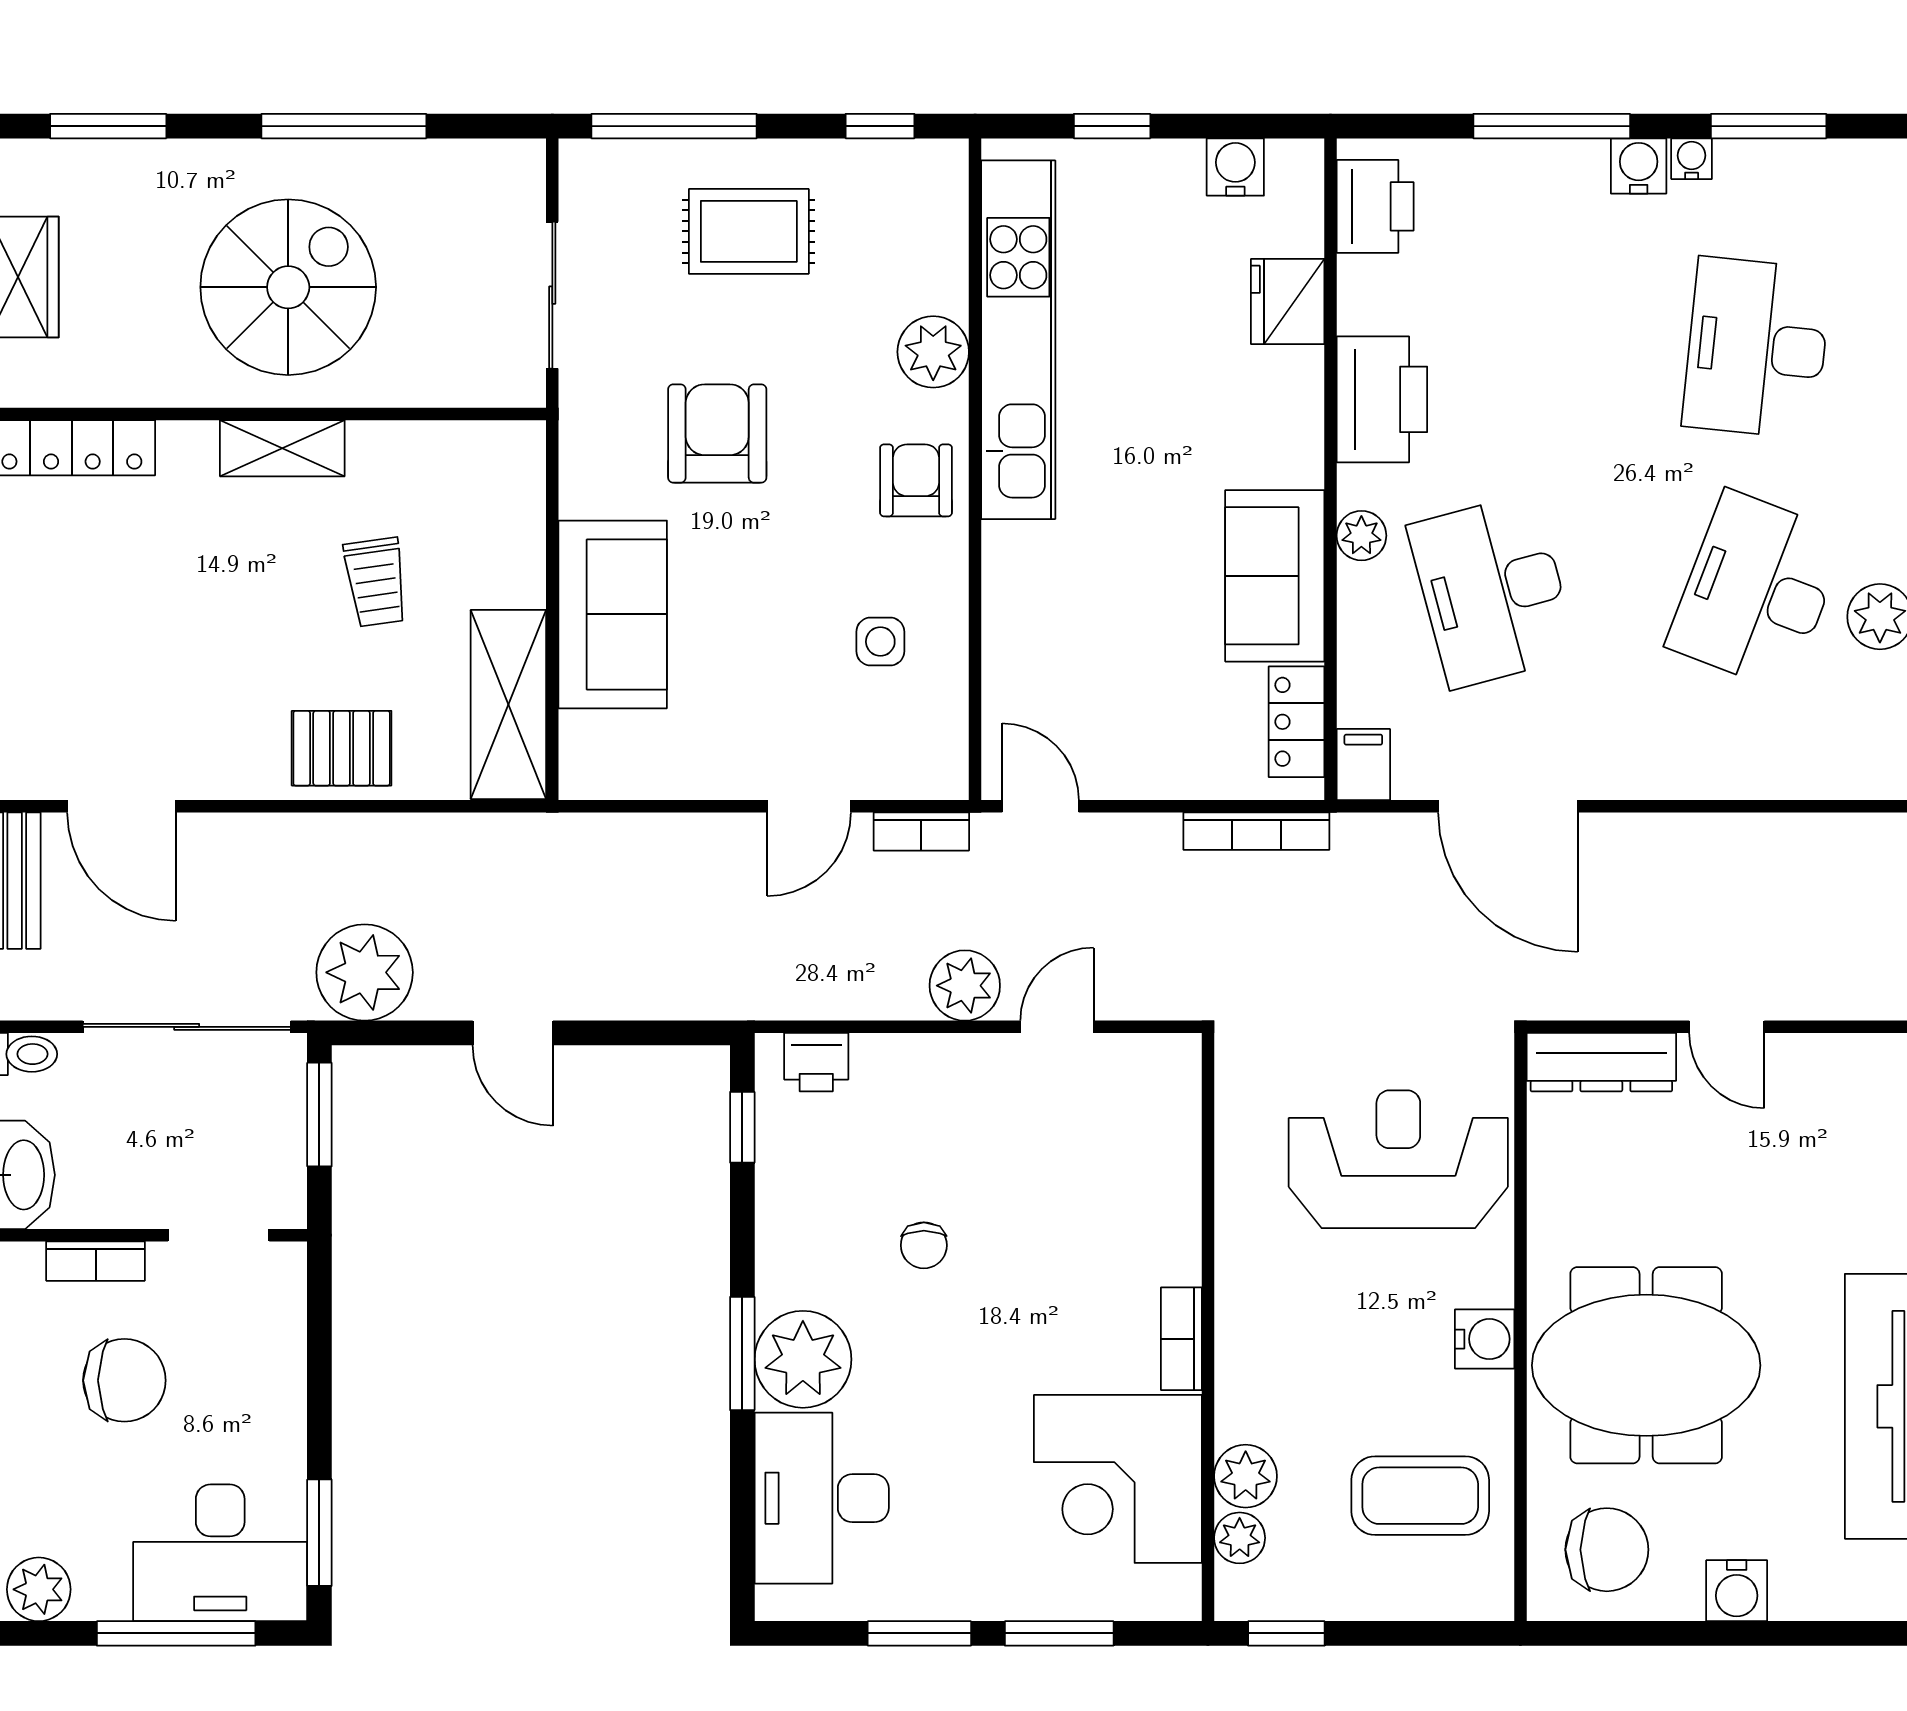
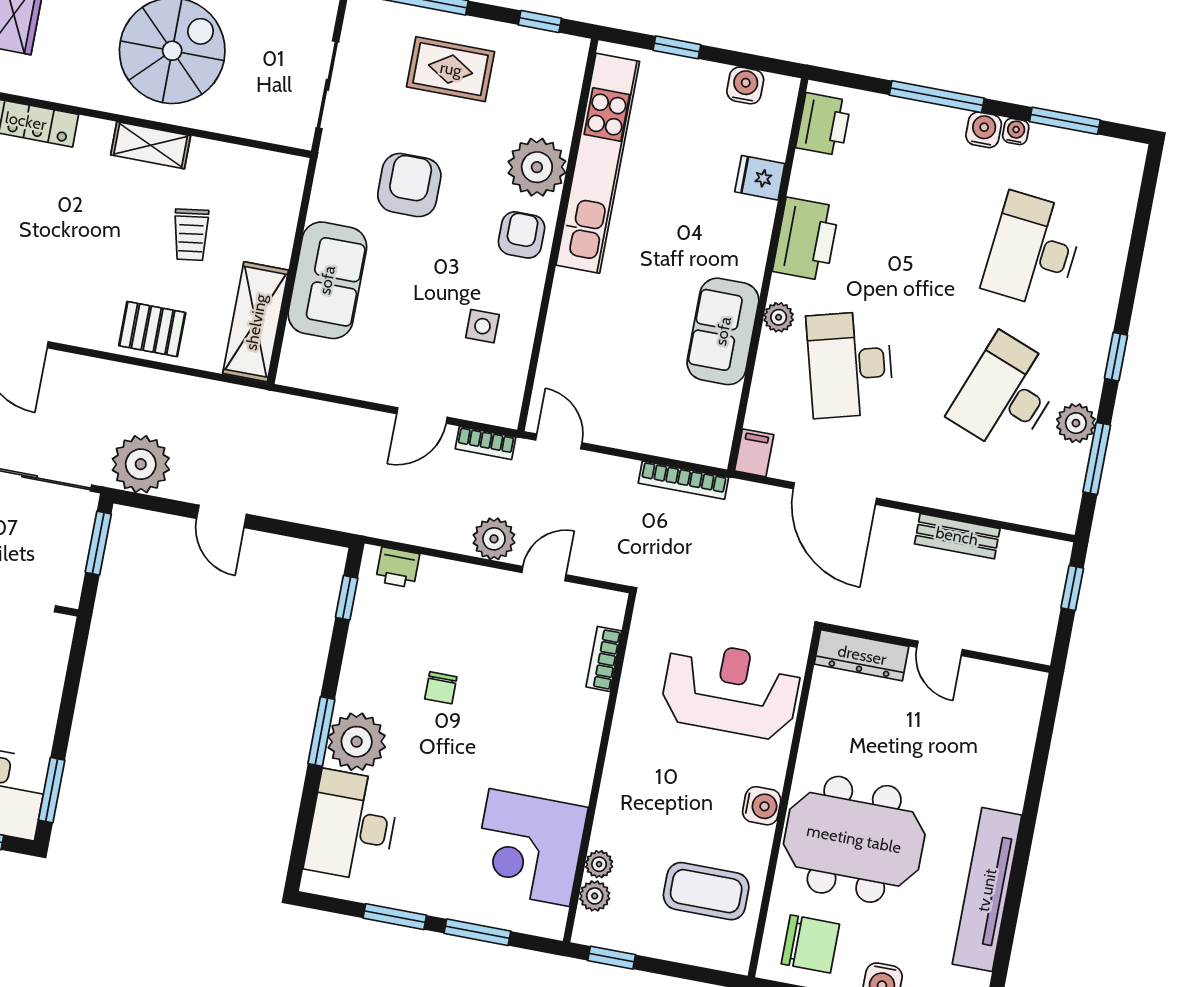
fridge: (1288, 301) -> (760, 178), width x0.72
plant: (933, 352) -> (537, 167), width x1.36, depth x1.36
locker: (1296, 722) -> (719, 420), removed
bench: (1721, 838) -> (957, 536), added
bookcase: (1181, 1339) -> (604, 659), moved
plant: (1246, 1476) -> (599, 864), width x0.73, depth x0.73

